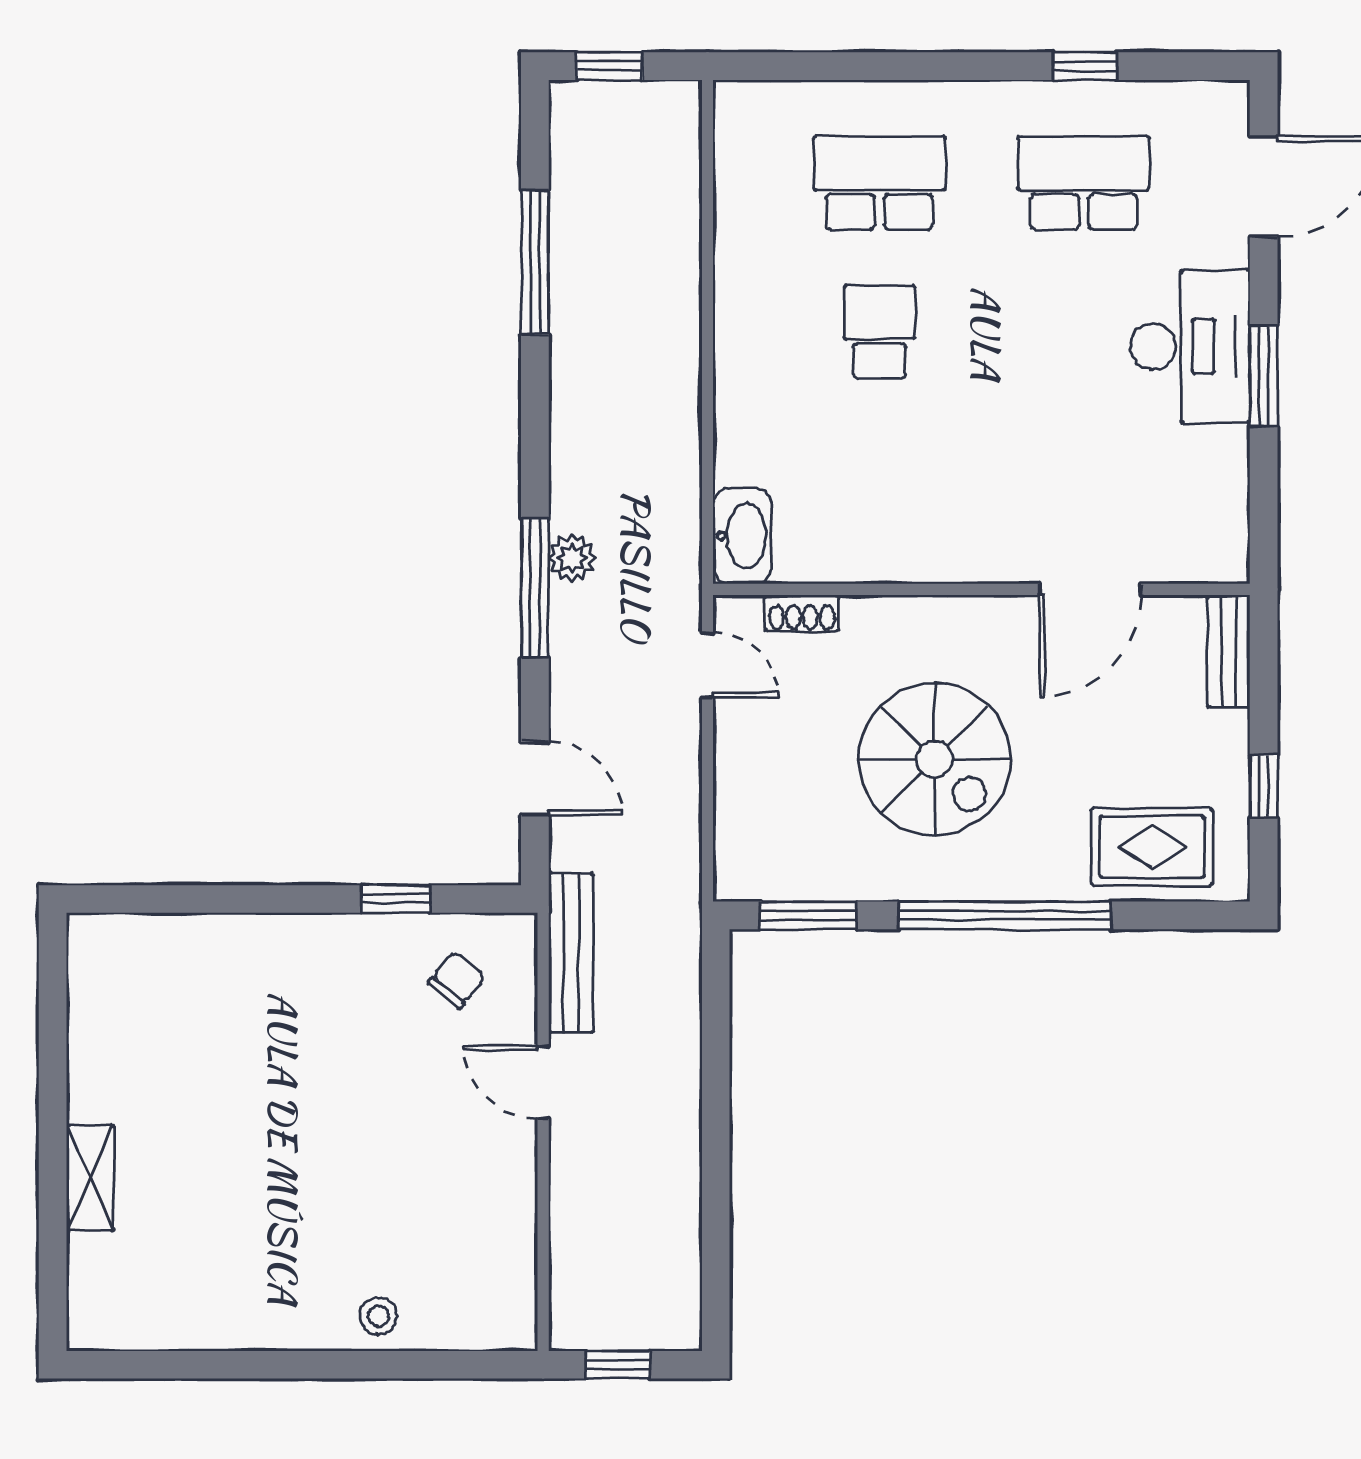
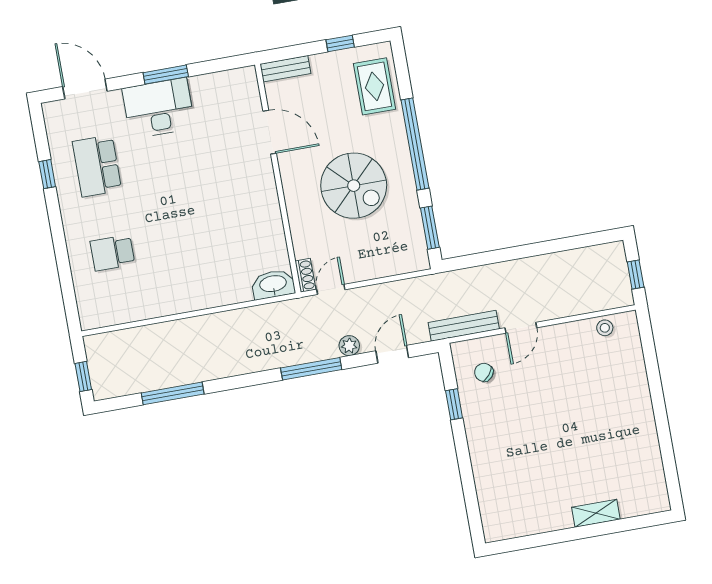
school desk: (879, 183) -> (113, 253), width x0.54
school desk: (879, 332) -> (176, 241), removed
plant: (572, 558) -> (349, 346), moved
shoe rack: (802, 613) -> (305, 275), moved
spiral stairs: (935, 759) -> (354, 186), turned 90
stool: (378, 1316) -> (605, 328), moved

